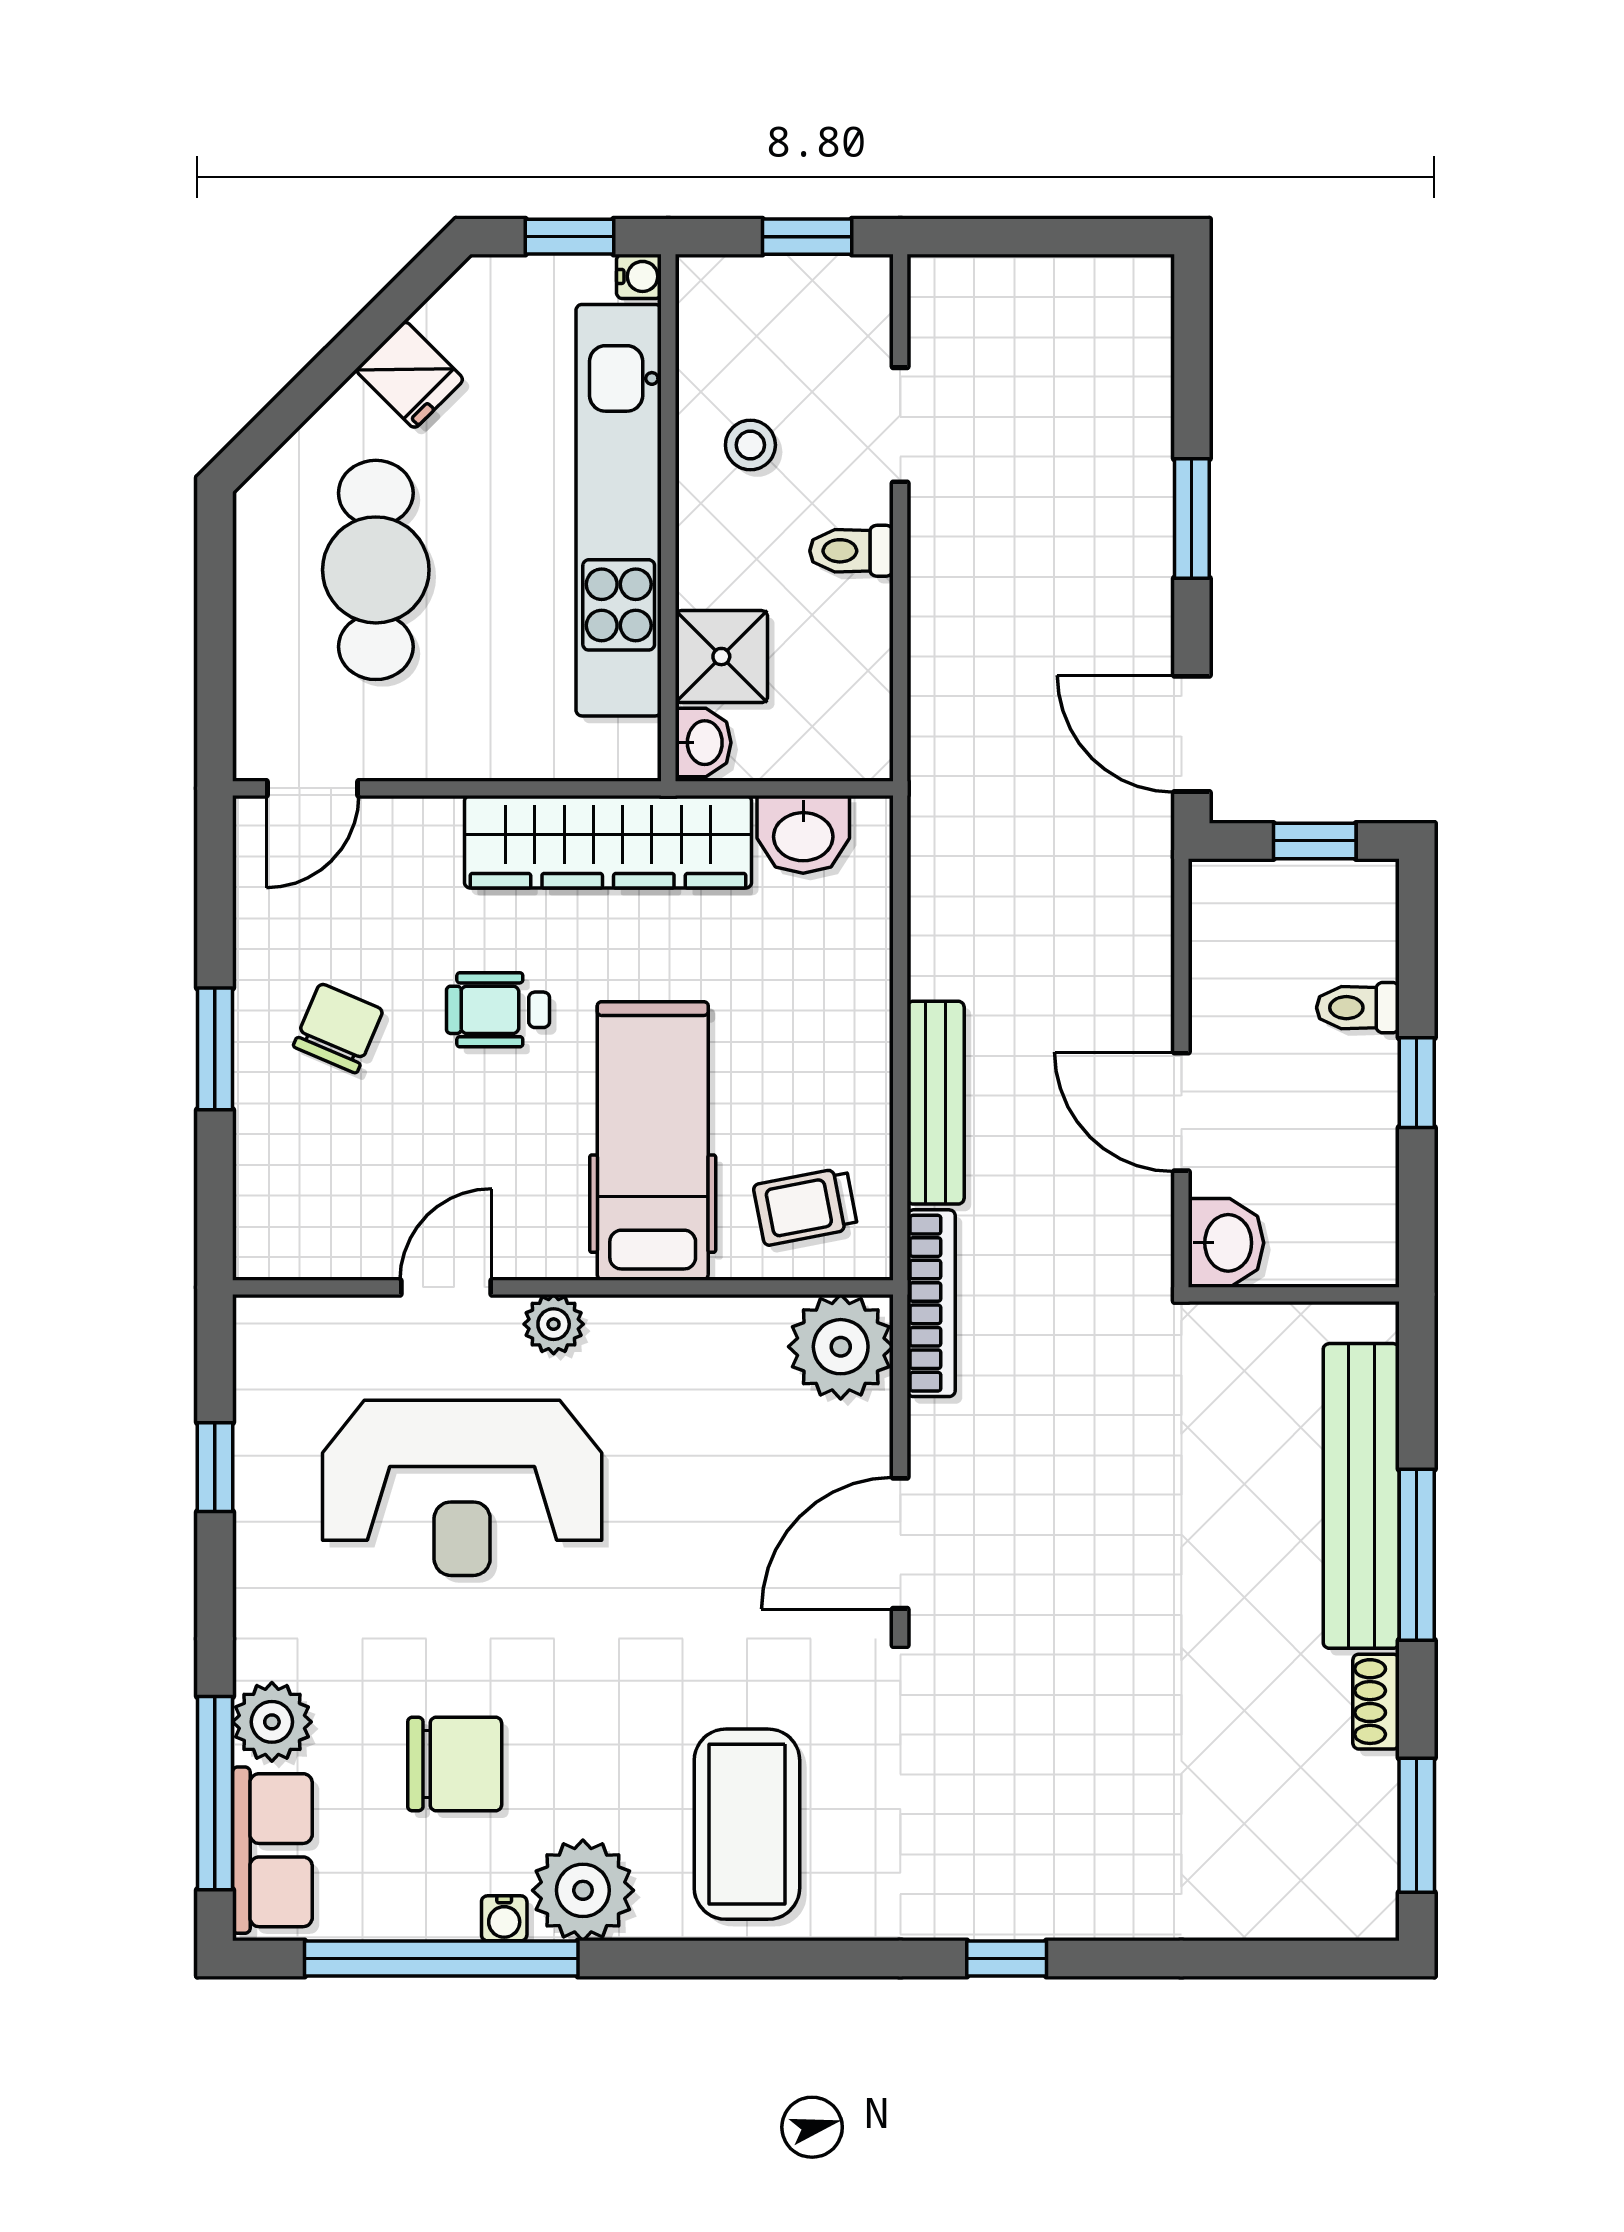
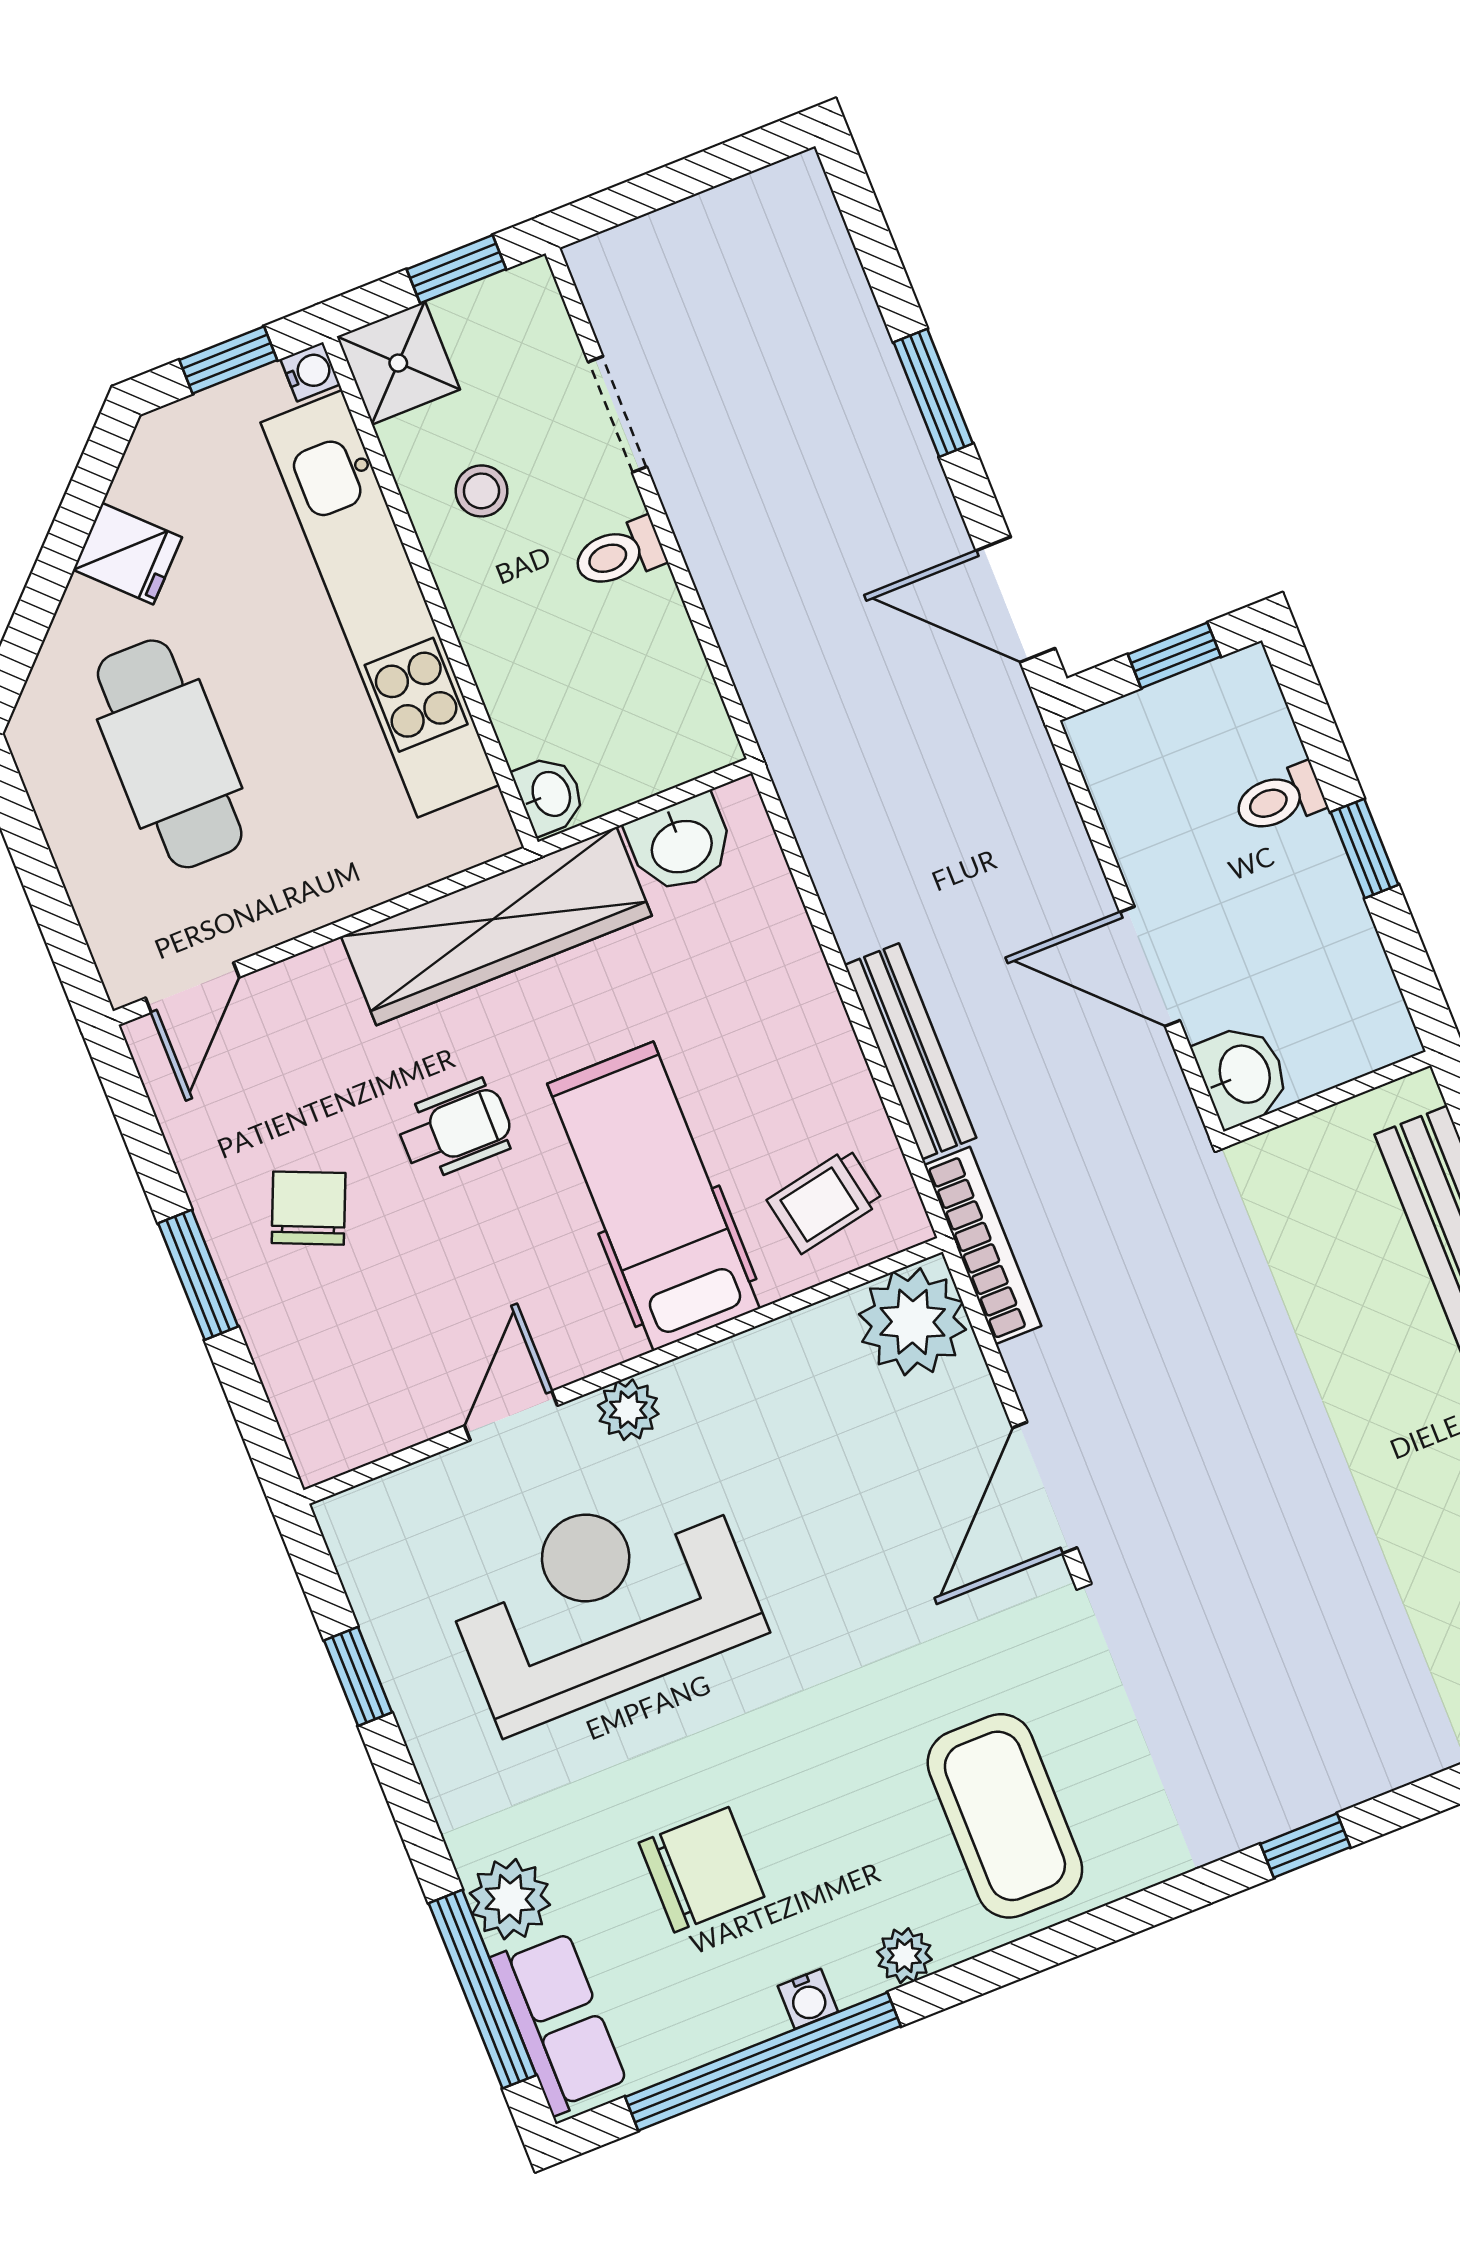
shower: (721, 657) -> (398, 363), moved
wheelchair: (498, 1010) -> (455, 1129), turned 180
reception desk: (462, 1488) -> (603, 1602), turned 180
plant: (583, 1890) -> (904, 1956), width x0.53, depth x0.53

